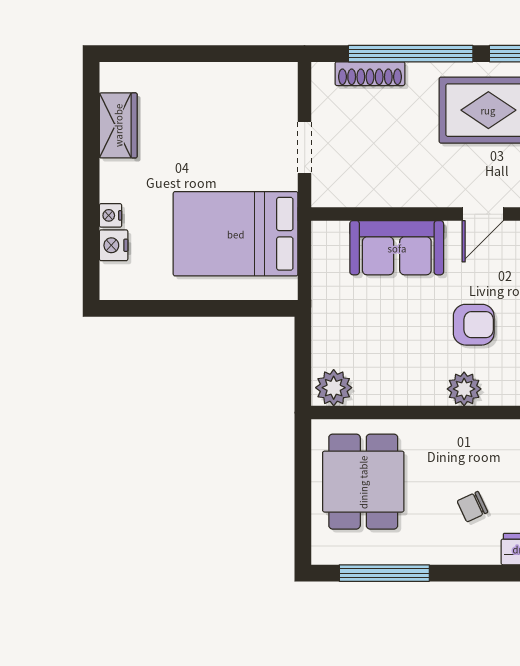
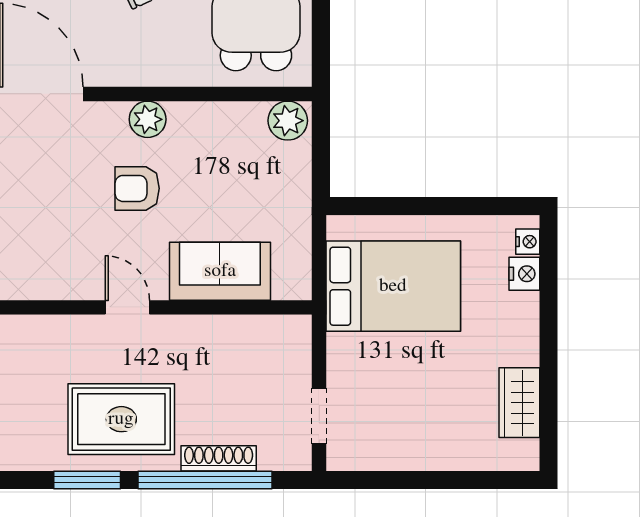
shoe rack: (370, 74) -> (219, 458), moved
doorway: (305, 148) -> (319, 416), moved
door: (483, 214) -> (127, 307), hinge flipped
nightstand: (111, 215) -> (528, 242), moved

